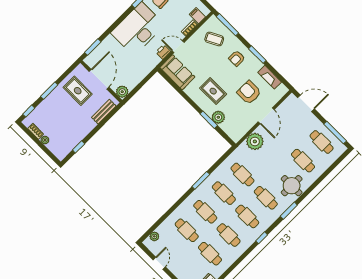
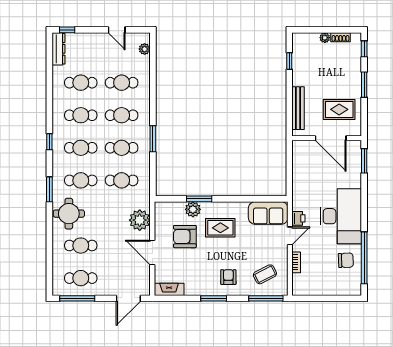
filing cabinet: (197, 16) -> (300, 280), removed
fireplace: (270, 77) -> (169, 289), moved
plant: (122, 92) -> (299, 148), removed
armchair: (249, 92) -> (185, 237), moved, turned 180
bench: (104, 112) -> (298, 108), width x1.36

